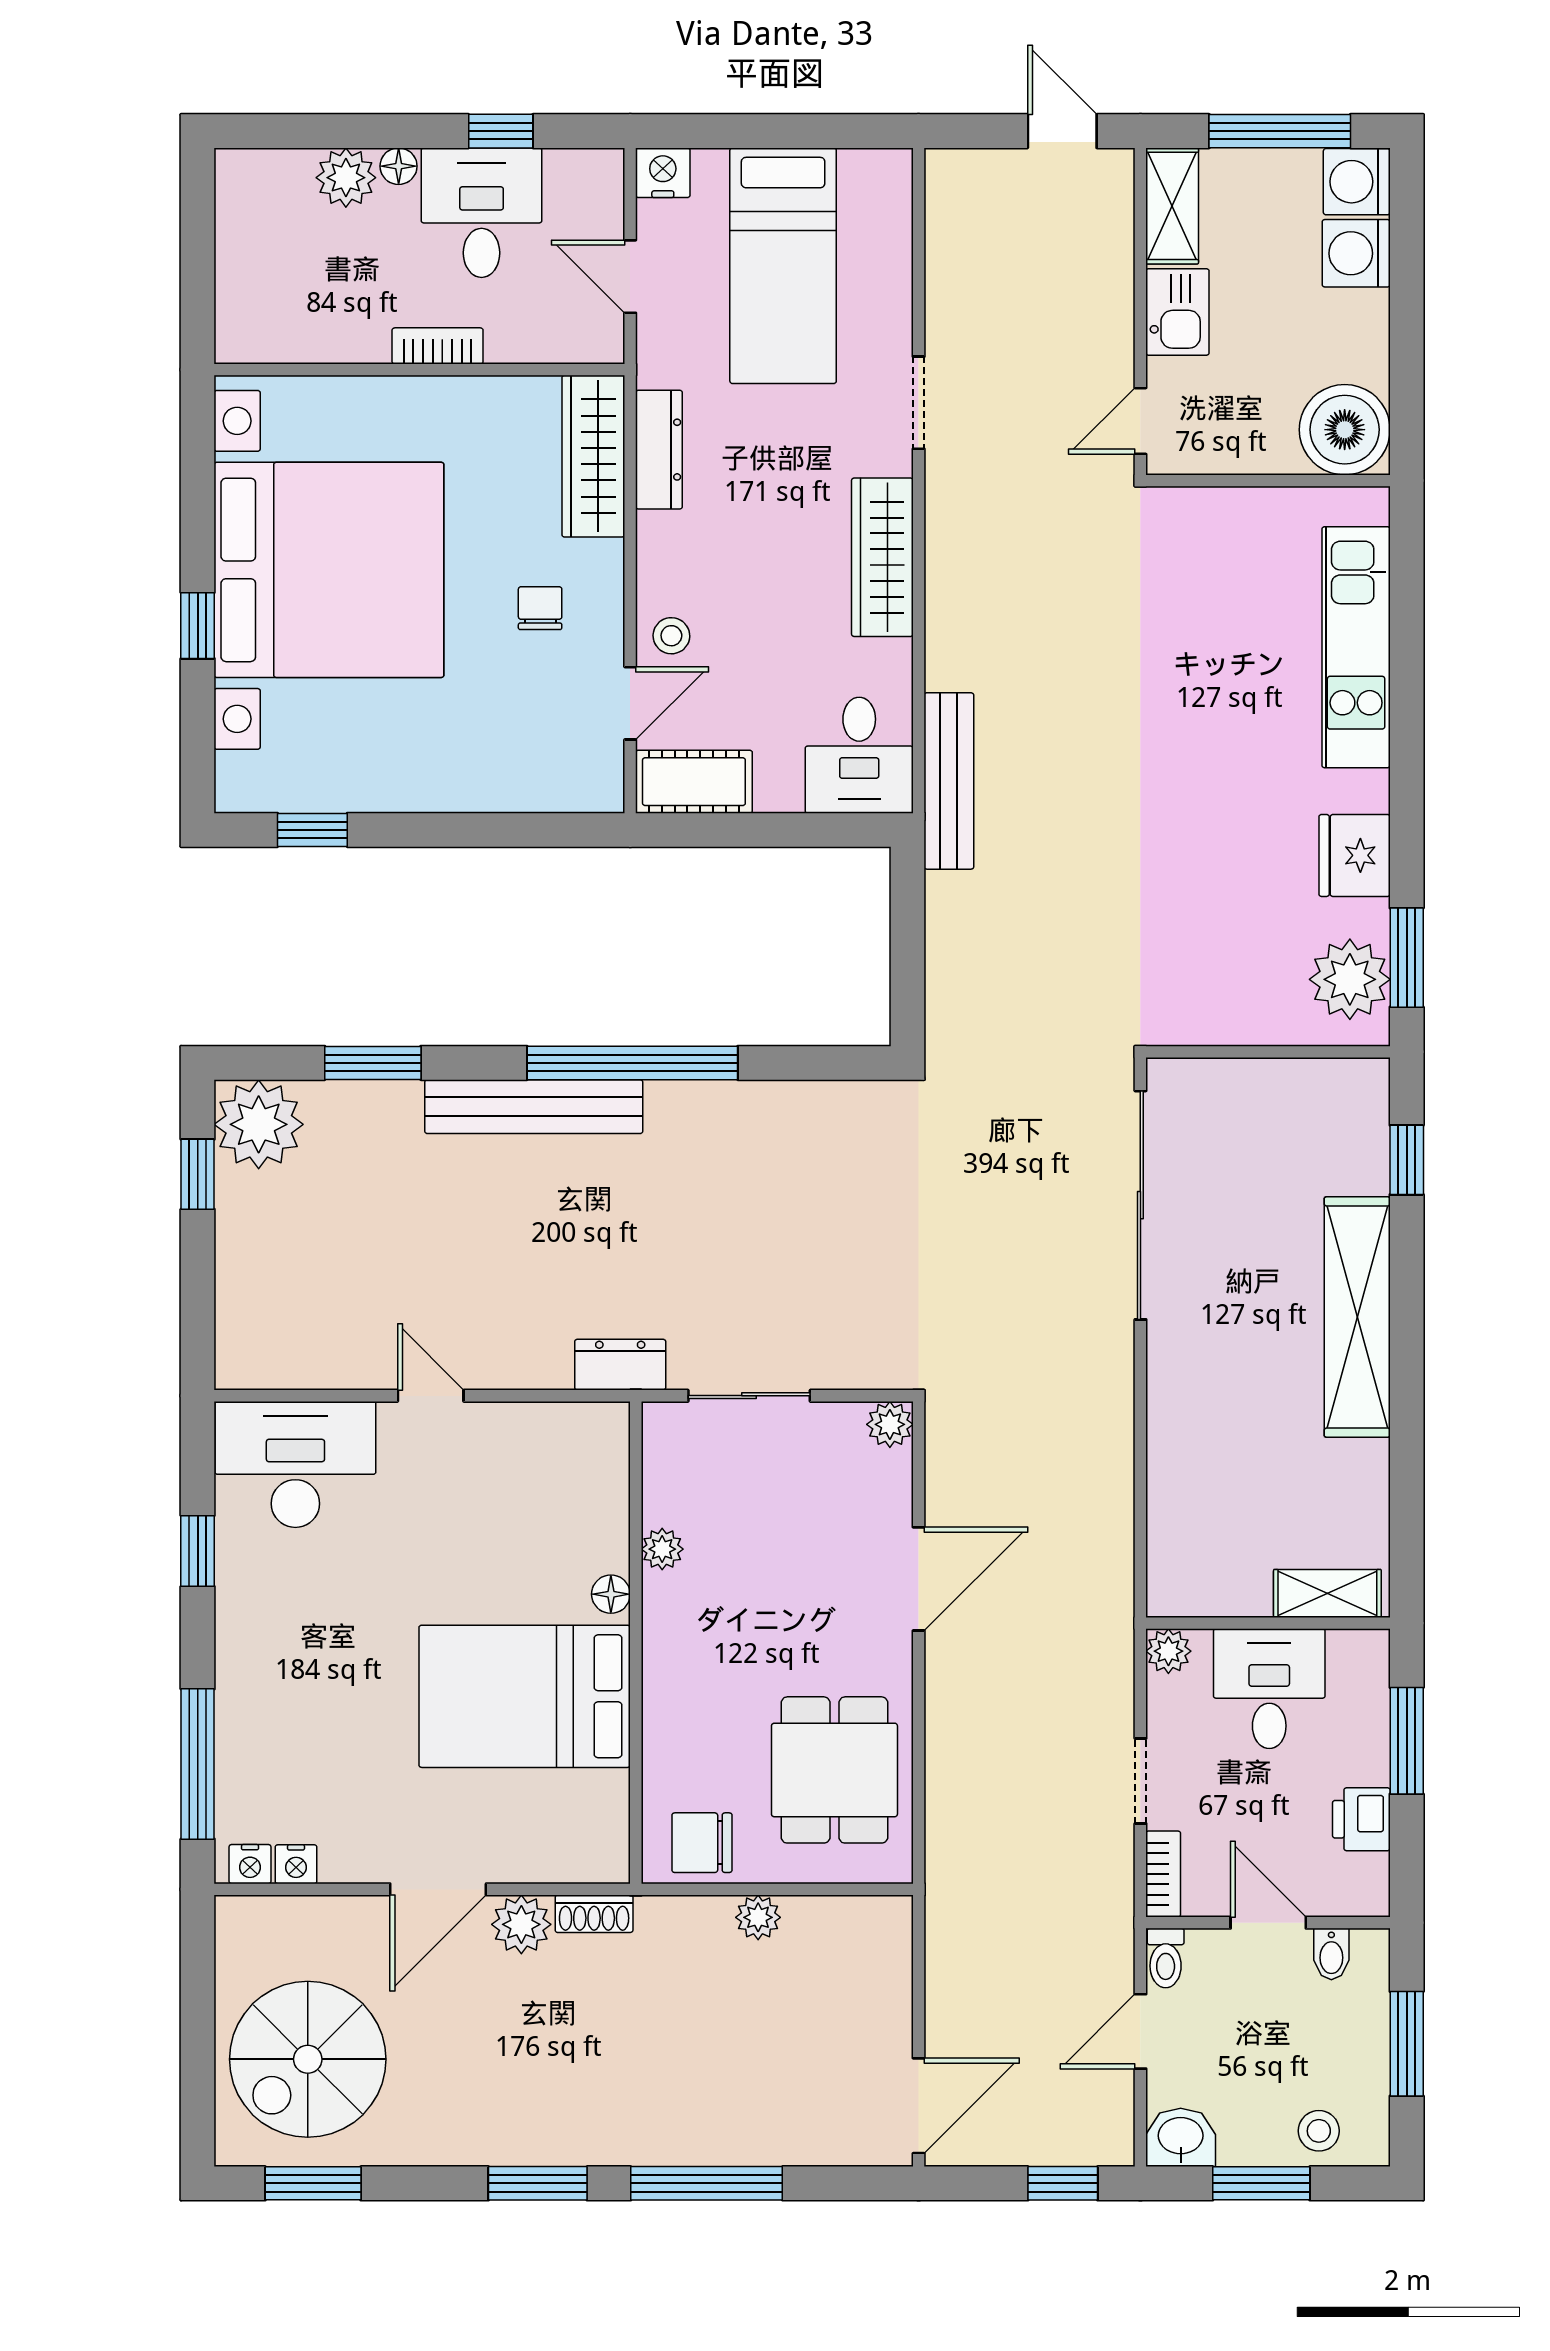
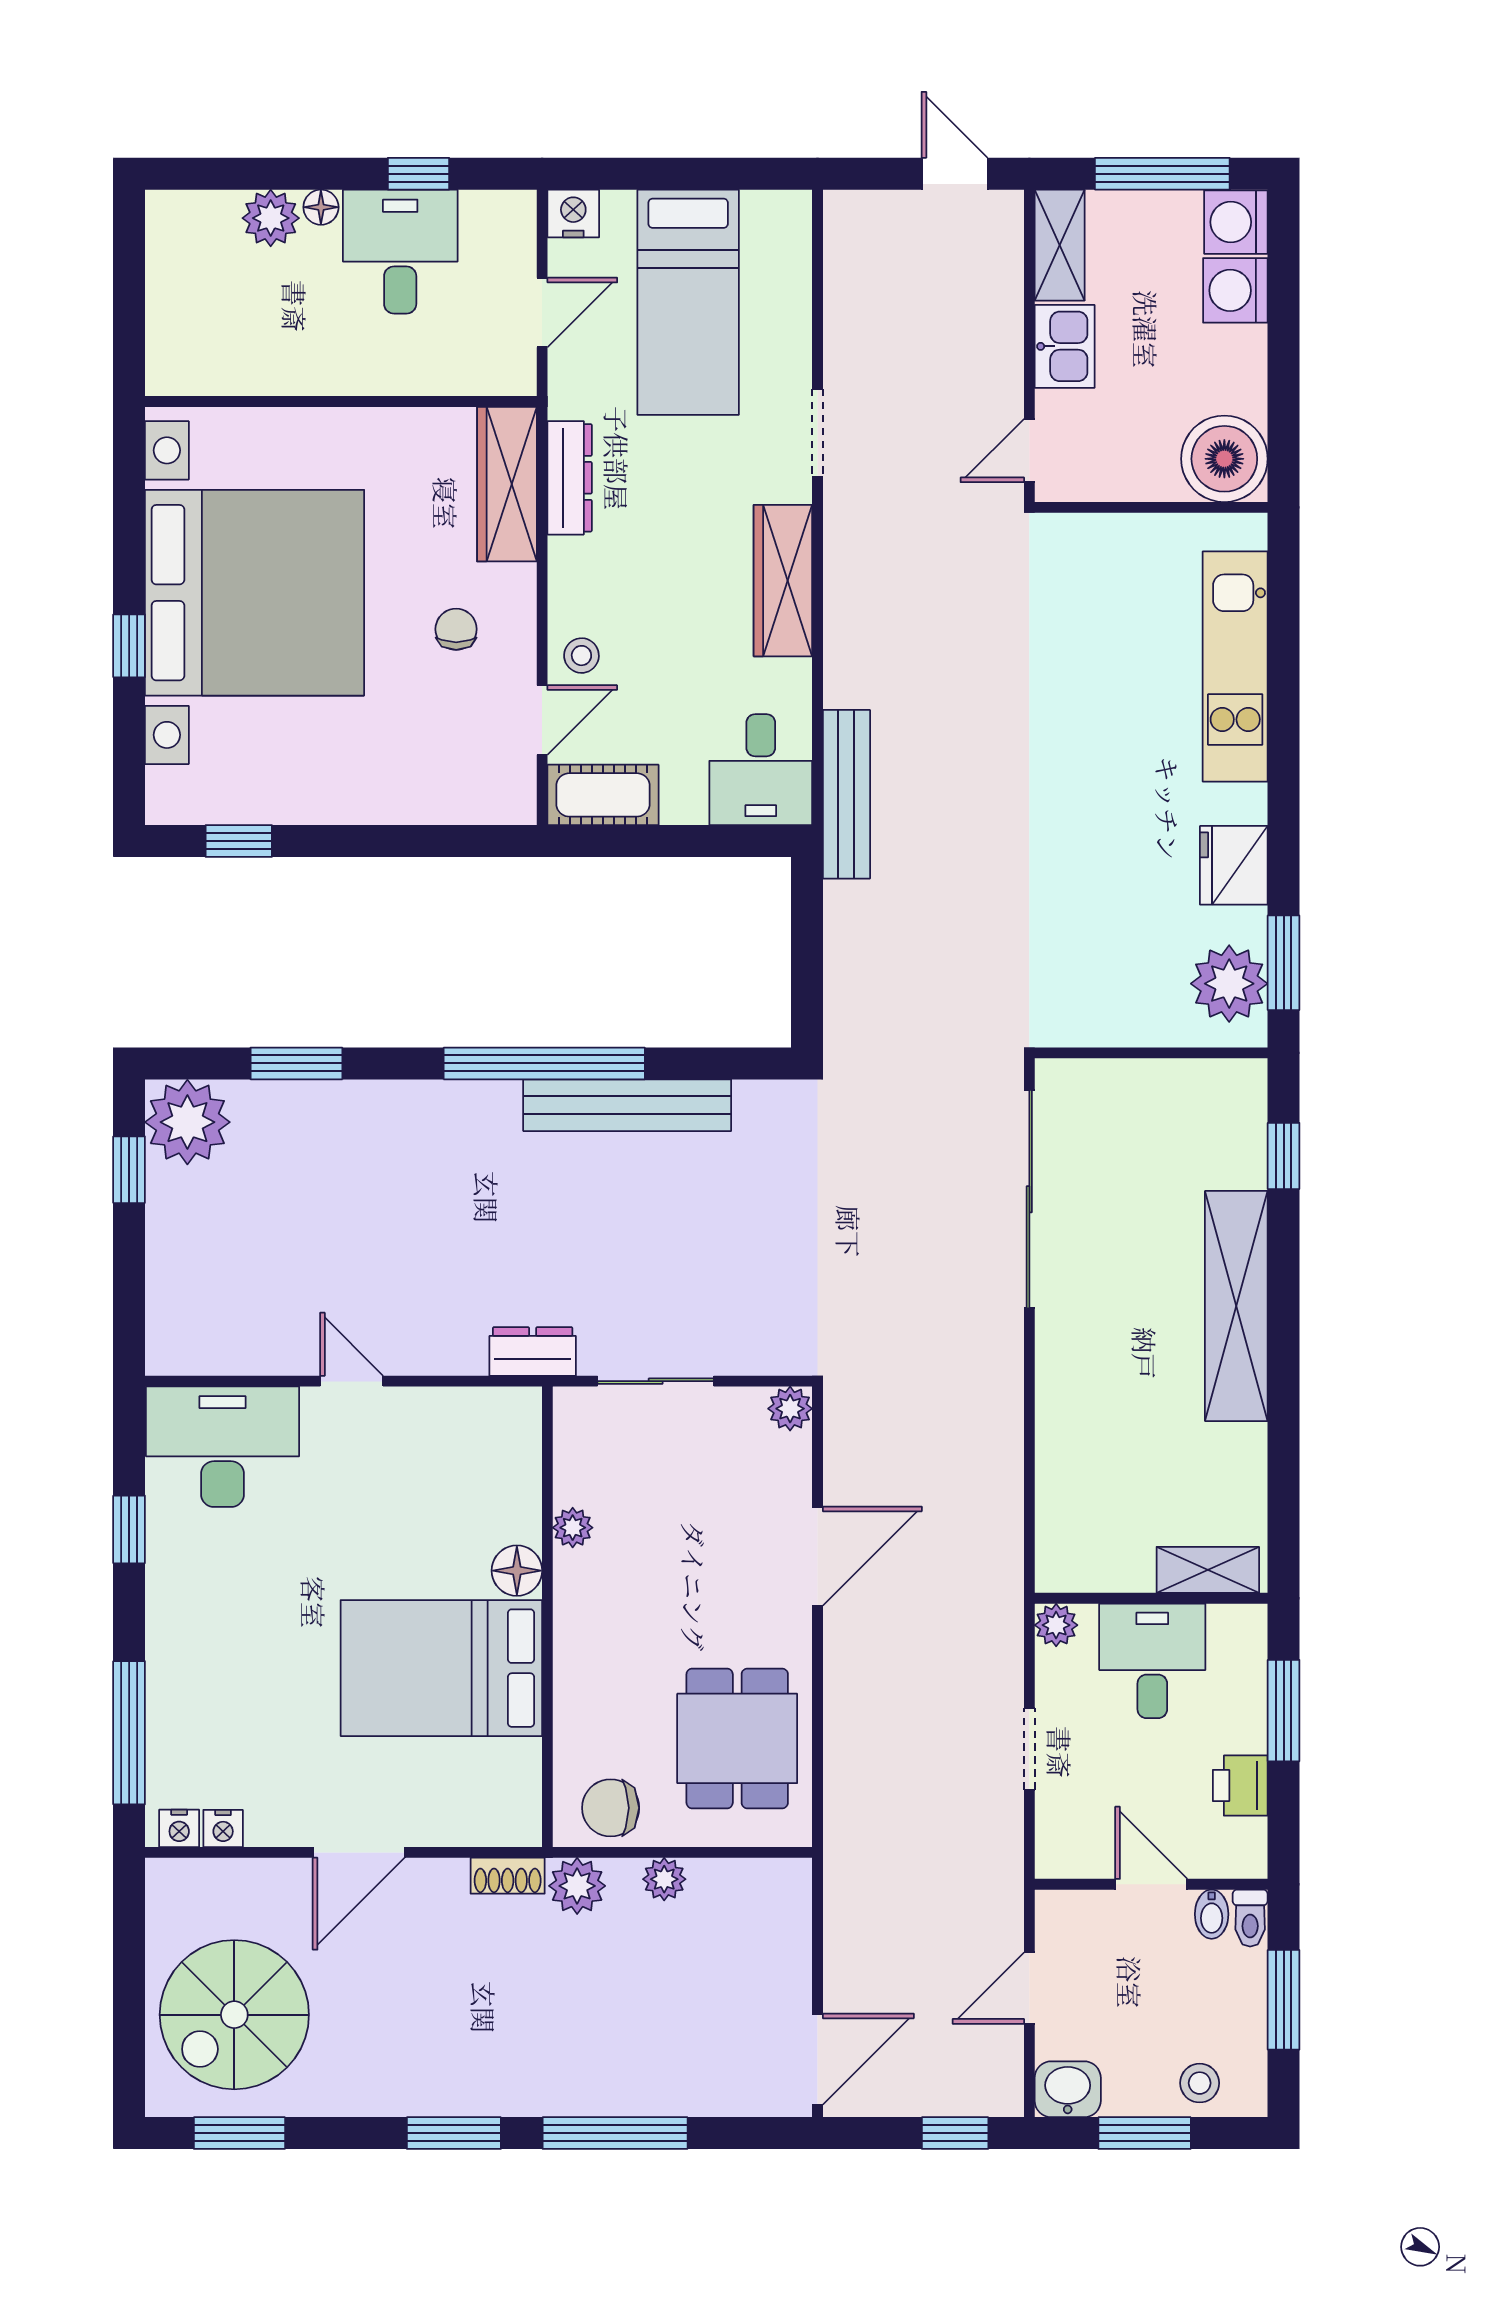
door: (630, 277) -> (542, 313), swing flipped
bookcase: (438, 346) -> (358, 379), removed
bench: (534, 1107) -> (627, 1105), moved
floor lamp: (611, 1594) -> (517, 1571), width x1.37, depth x1.37
bookcase: (1163, 1874) -> (1051, 1838), removed
plant: (521, 1924) -> (577, 1886), moved
toilet: (1166, 1958) -> (1250, 1918), moved

